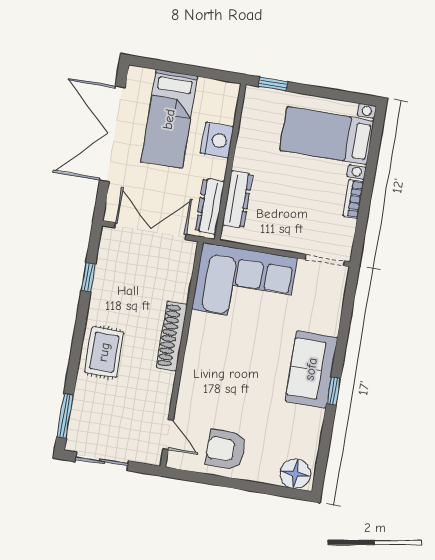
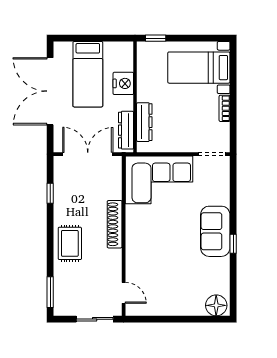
armchair: (226, 450) -> (165, 297), removed
sliding door: (102, 461) -> (95, 319), moved

